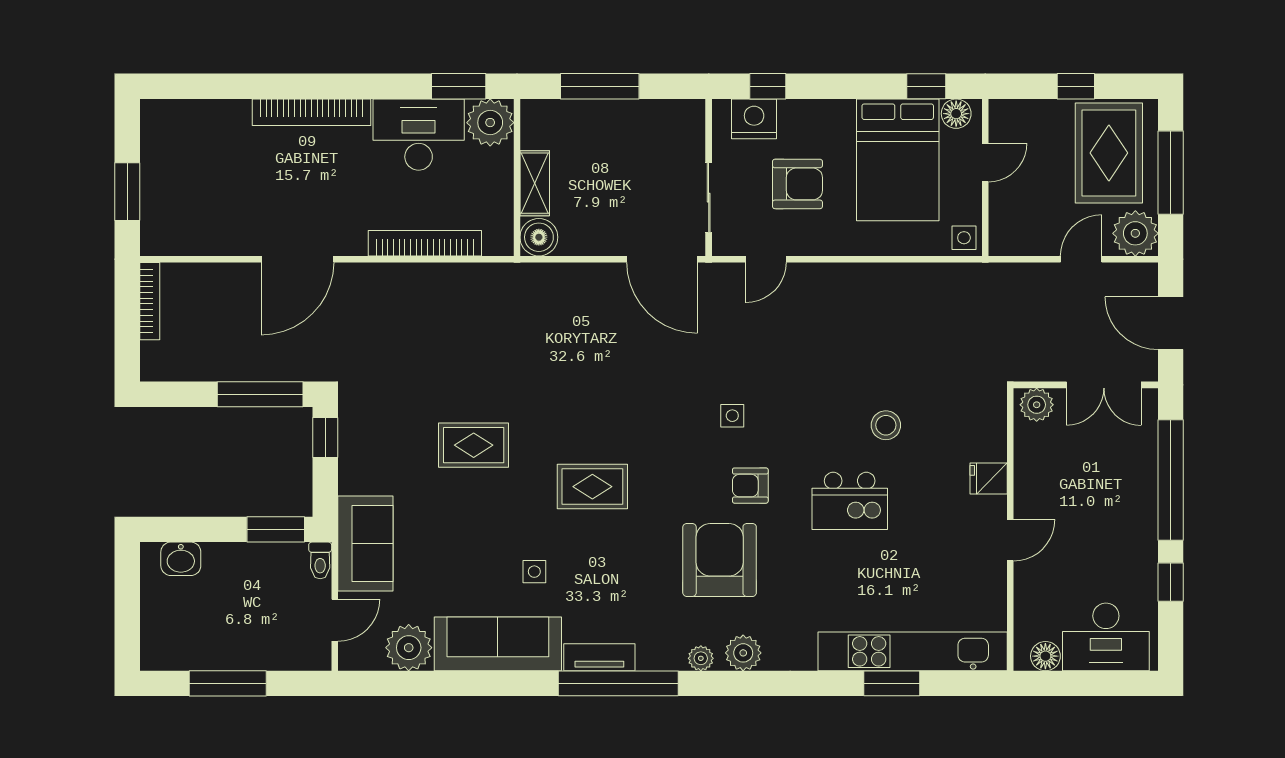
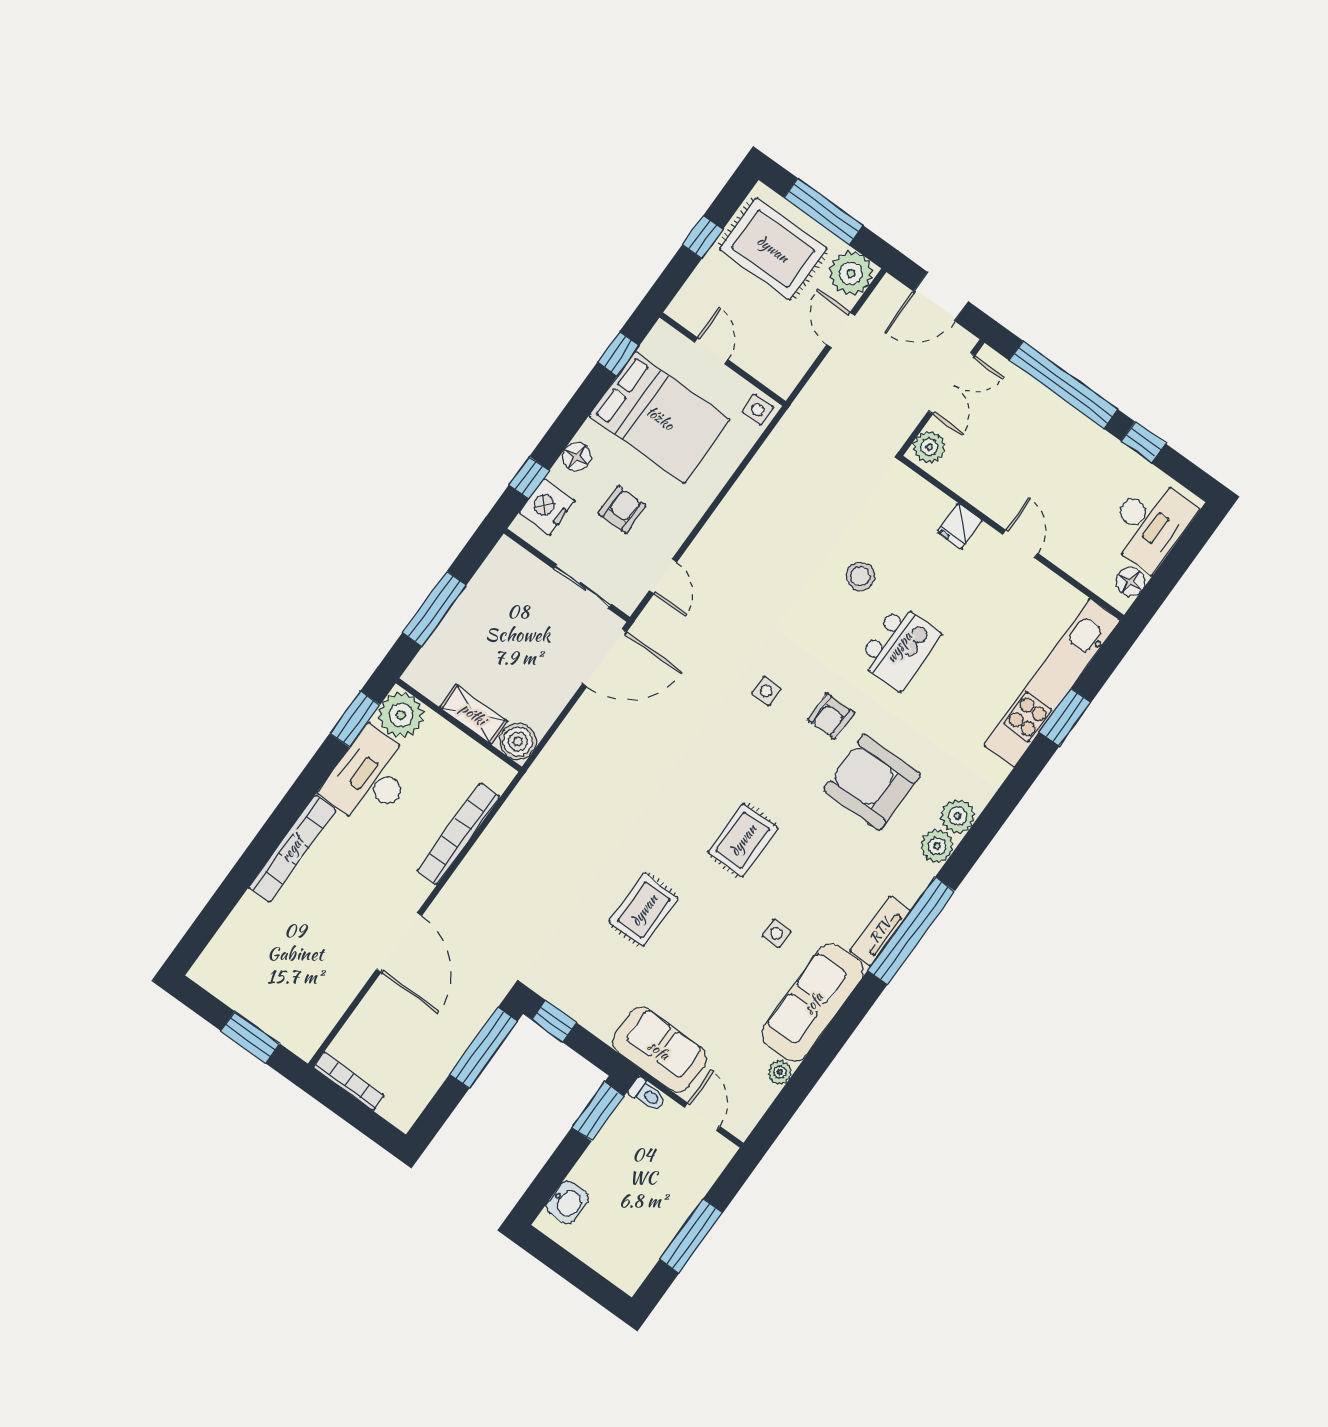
floor lamp: (956, 114) -> (577, 457), moved
armchair: (797, 184) -> (622, 510), width x0.72, depth x0.72
plant: (409, 648) -> (780, 1072), width x0.53, depth x0.53
plant: (701, 658) -> (937, 846), width x1.38, depth x1.38

